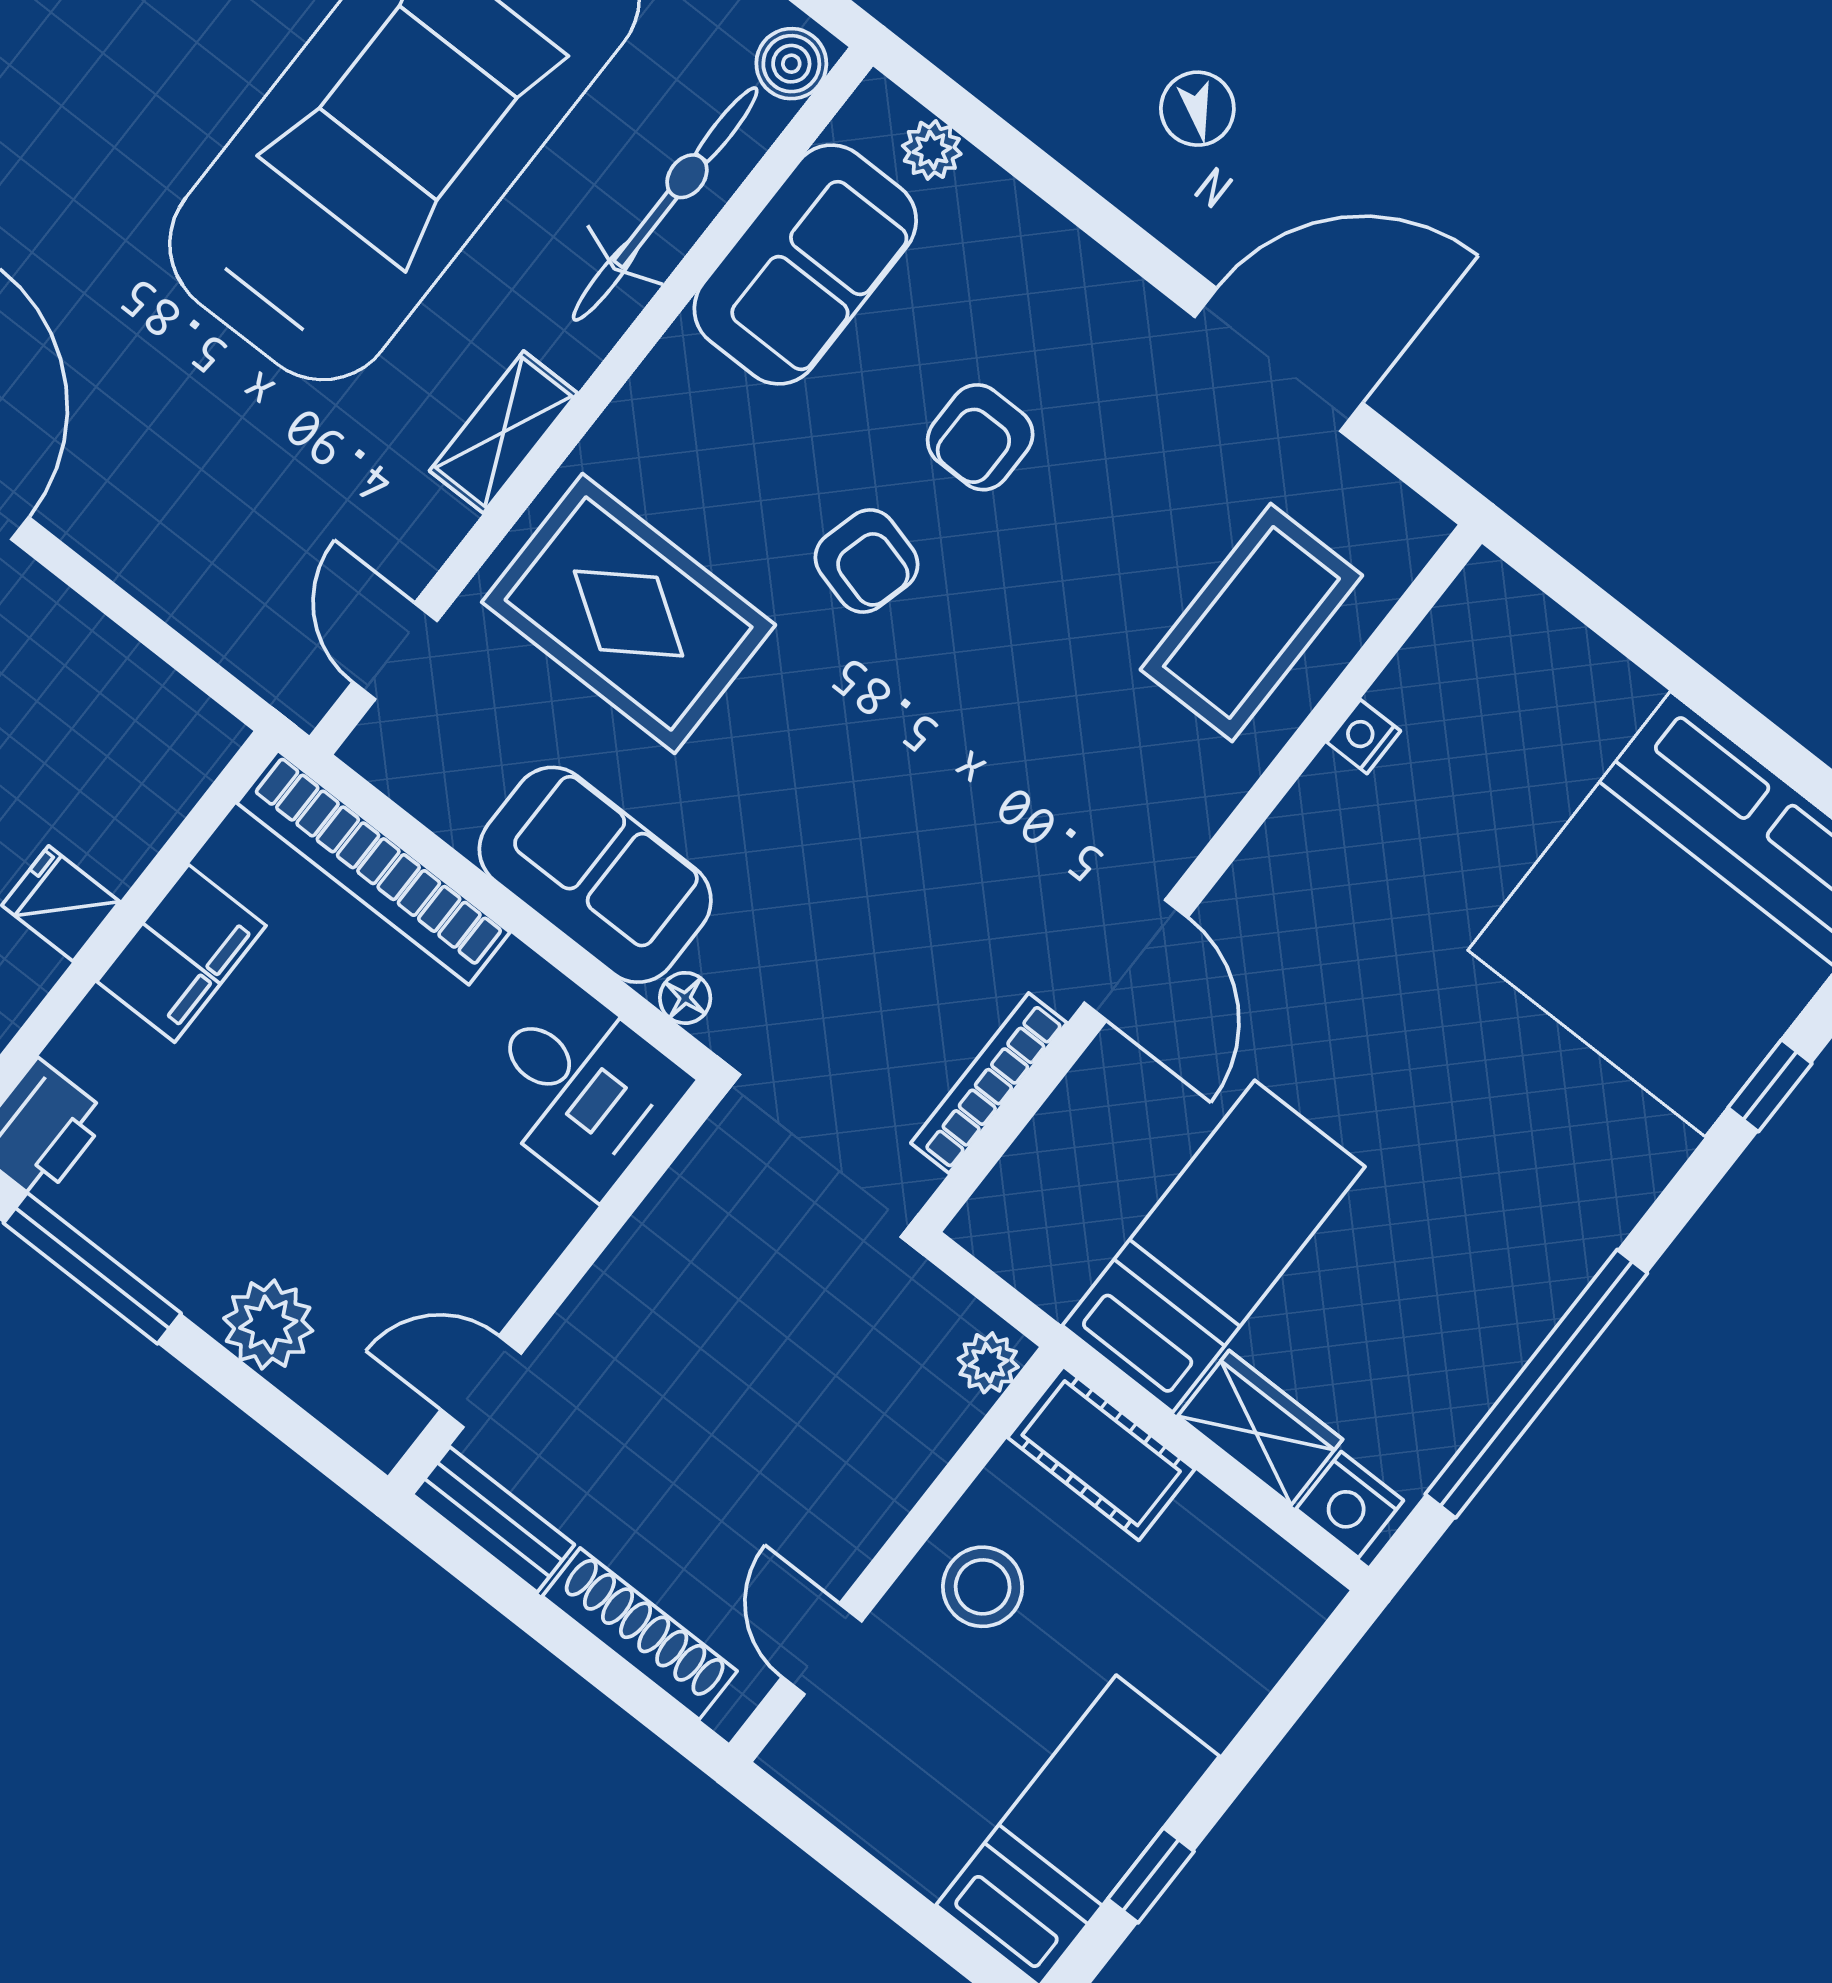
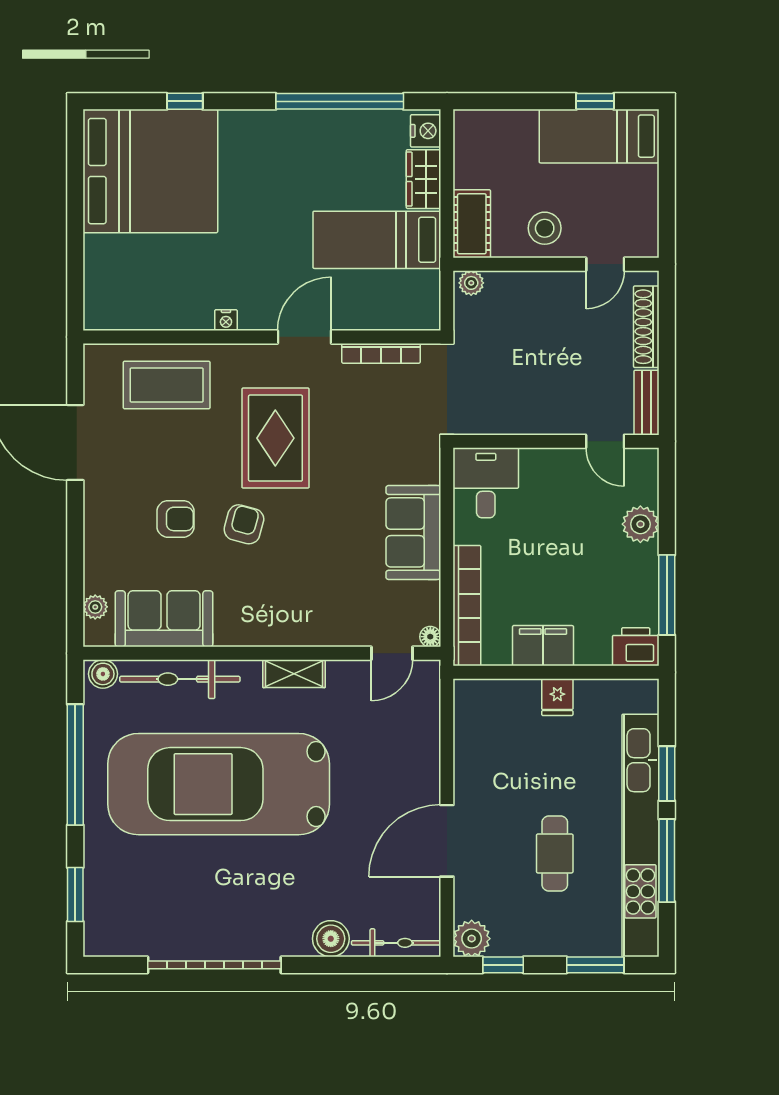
rug: (629, 614) -> (275, 438), moved
nightstand: (1364, 737) -> (226, 320), moved
floor lamp: (685, 998) -> (430, 637), moved

